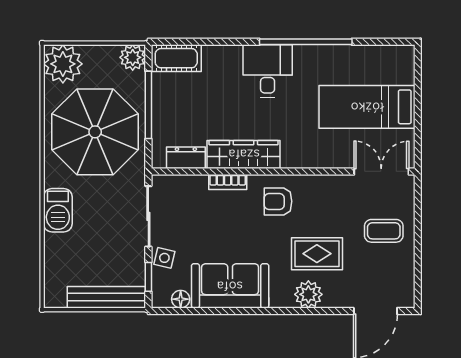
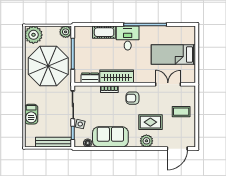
cot: (176, 58) -> (104, 32), moved
double door: (381, 171) -> (168, 84), moved
barbecue: (58, 210) -> (31, 114), moved

